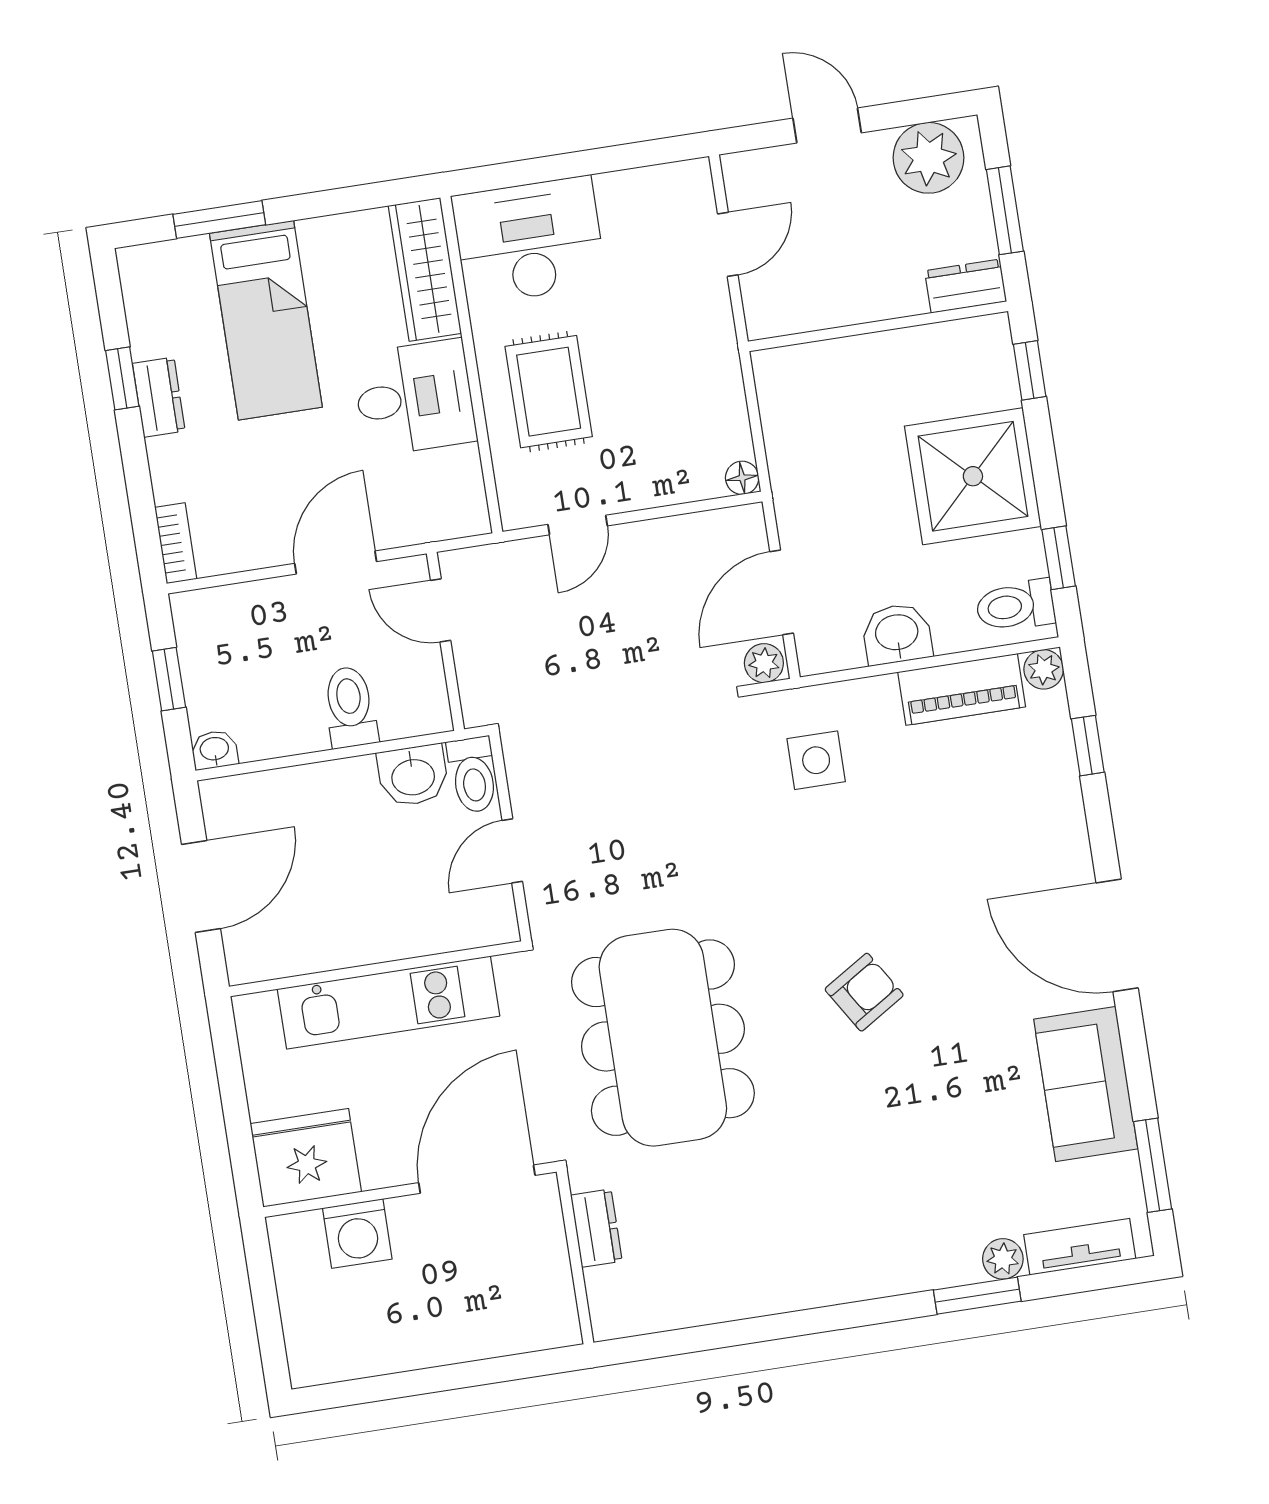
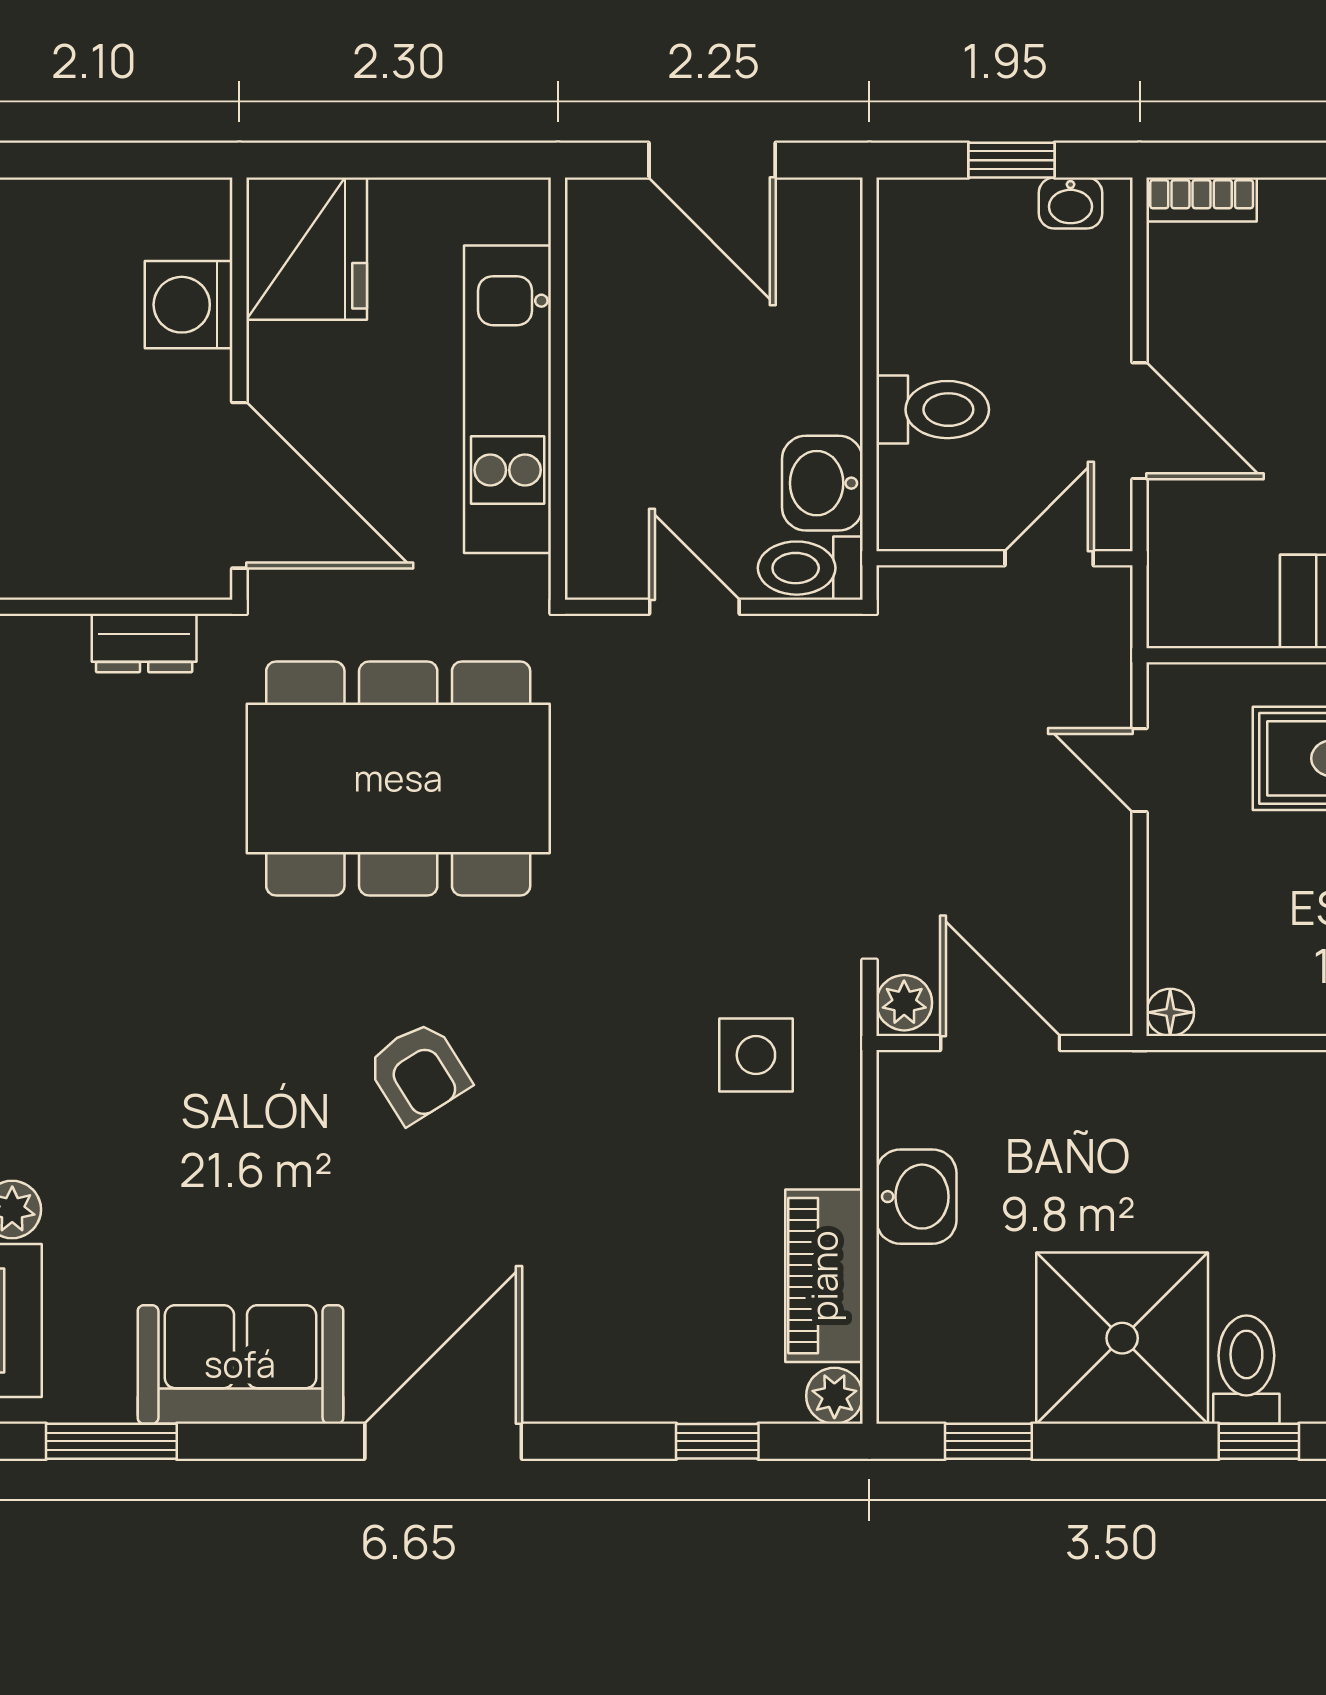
toilet: (1015, 606) -> (1246, 1370), moved
washbasin: (214, 750) -> (1071, 203), moved, turned 90

